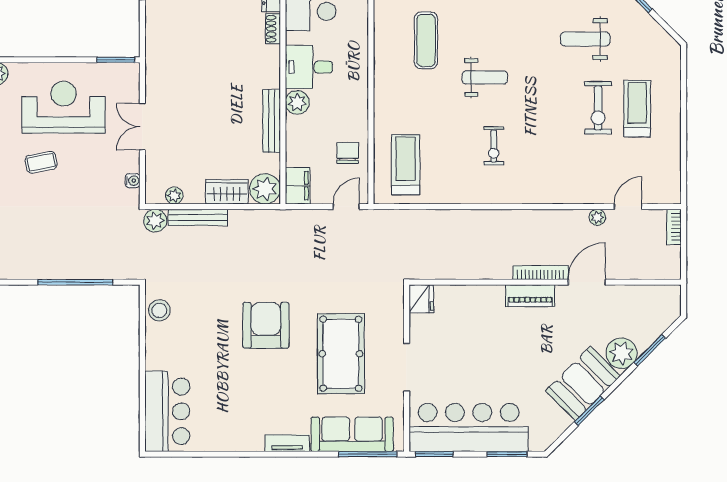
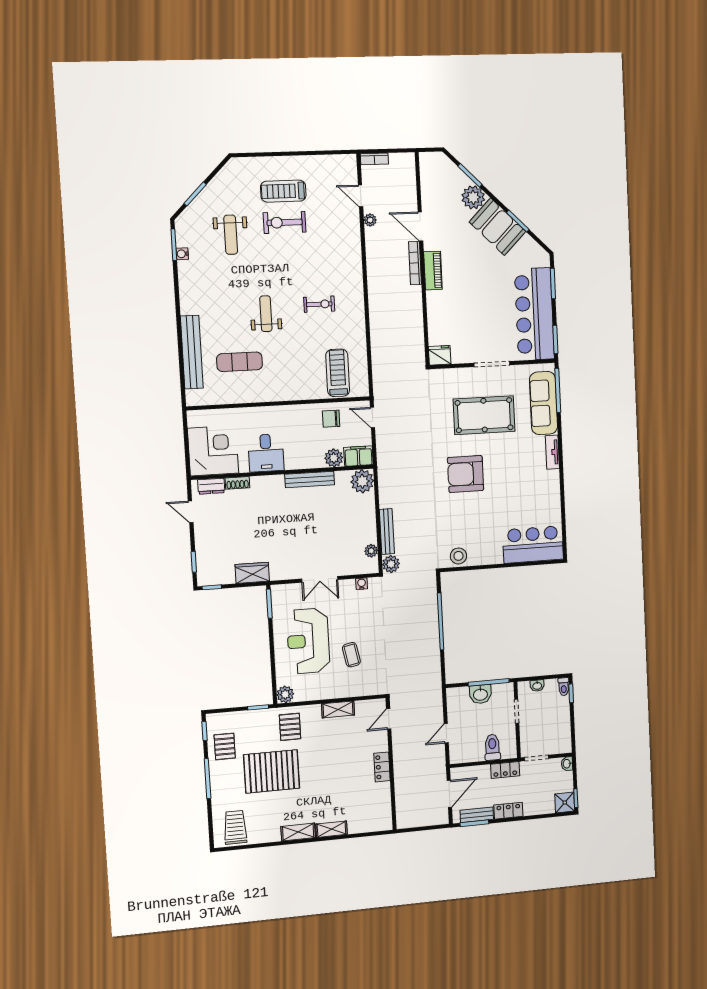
plant: (297, 102) -> (334, 458), moved
exercise bike: (598, 108) -> (285, 222), turned 180
treadmill: (406, 165) -> (338, 373), turned 90
wardrobe: (227, 192) -> (252, 573), moved, turned 90

